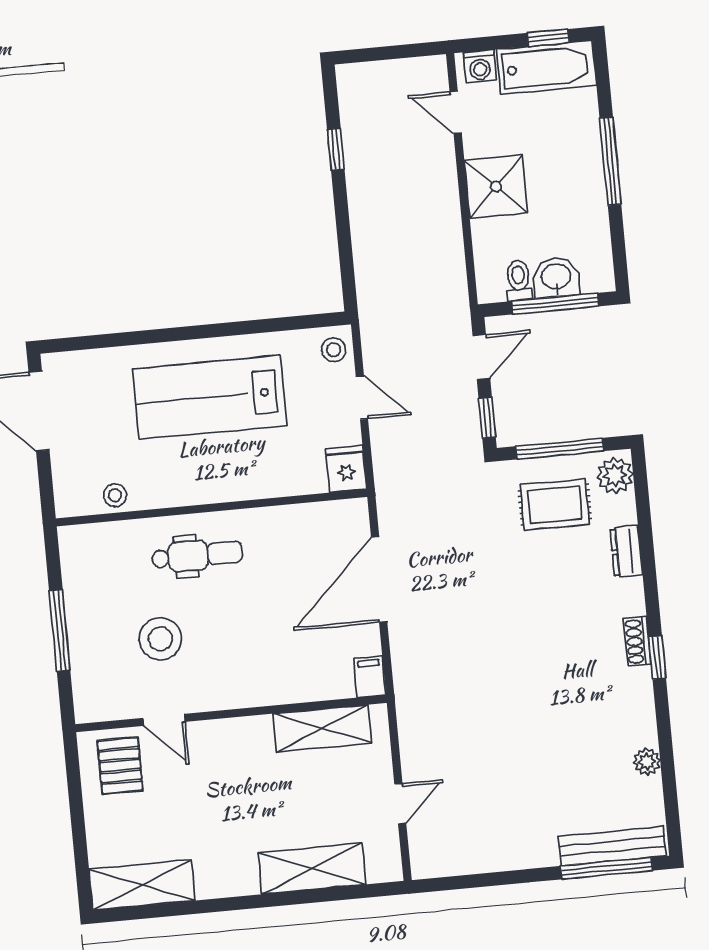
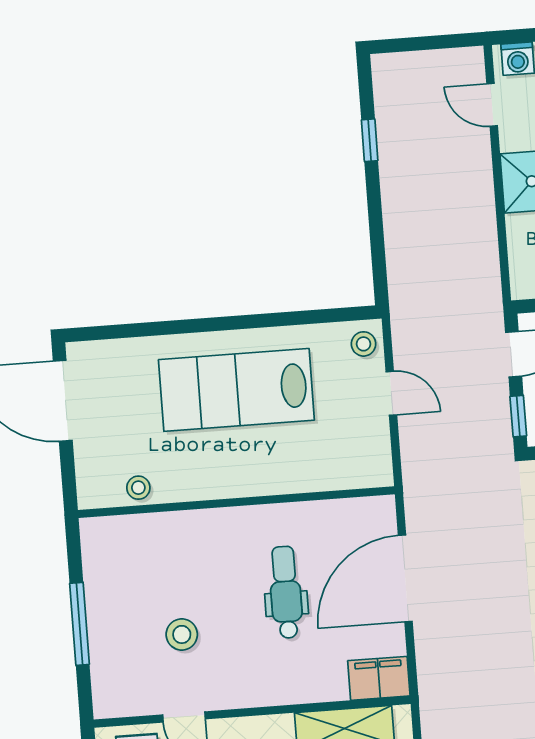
fridge: (346, 469) -> (374, 465), removed
dental chair: (197, 555) -> (286, 592), moved, turned -90
stool: (160, 639) -> (182, 634), width x0.73, depth x0.73
filing cabinet: (370, 677) -> (379, 678), width x2.00

